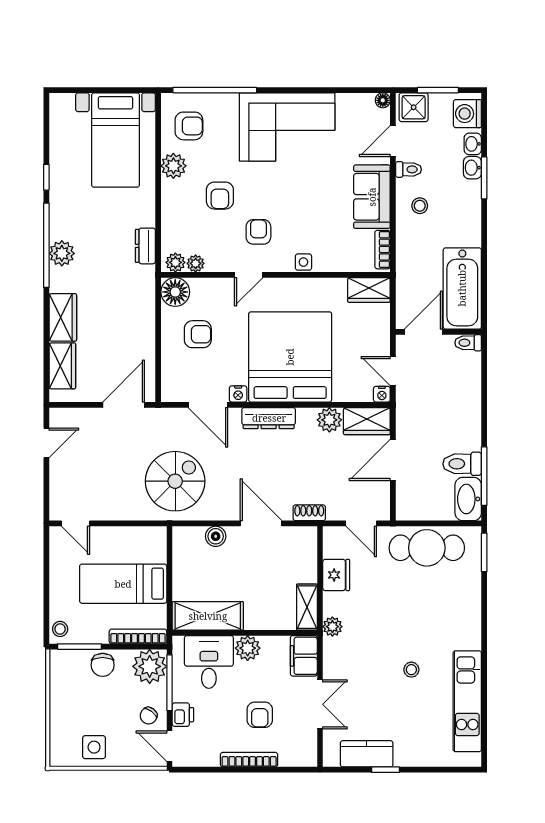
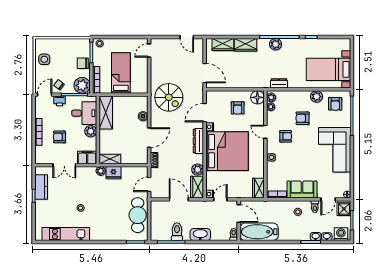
door: (393, 141) -> (328, 199), swing flipped
washbasin: (468, 499) -> (200, 235), moved
fridge: (336, 575) -> (113, 173), moved

